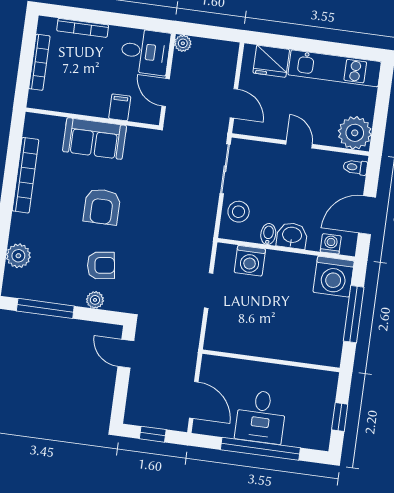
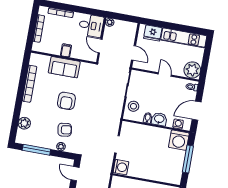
filing cabinet: (120, 107) -> (66, 50), moved
washing machine: (250, 261) -> (121, 167), moved, turned -90

